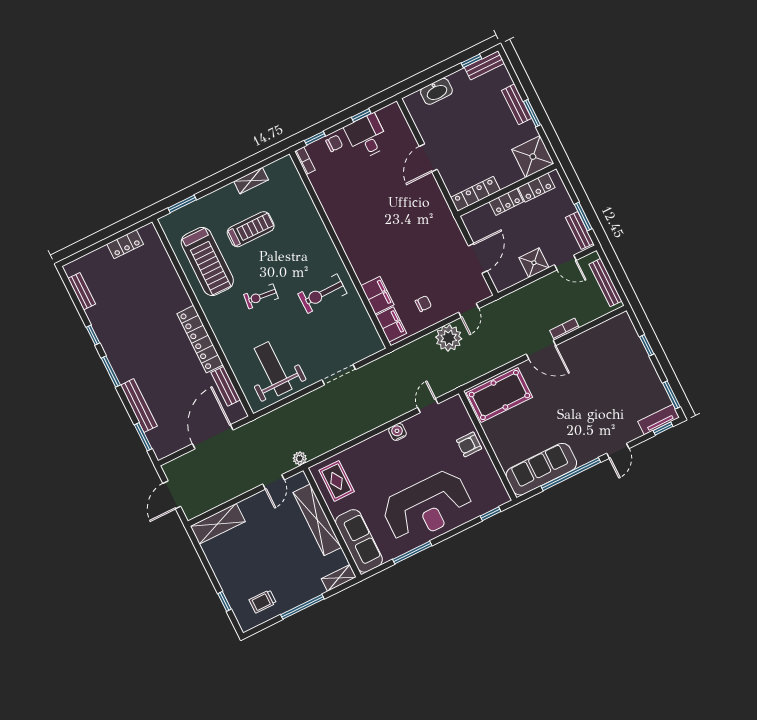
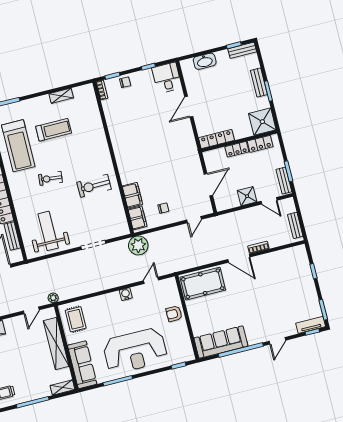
desk: (367, 136) -> (167, 78), moved
bench: (605, 283) -> (295, 225), width x0.73
plant: (449, 338) -> (138, 245), moved

